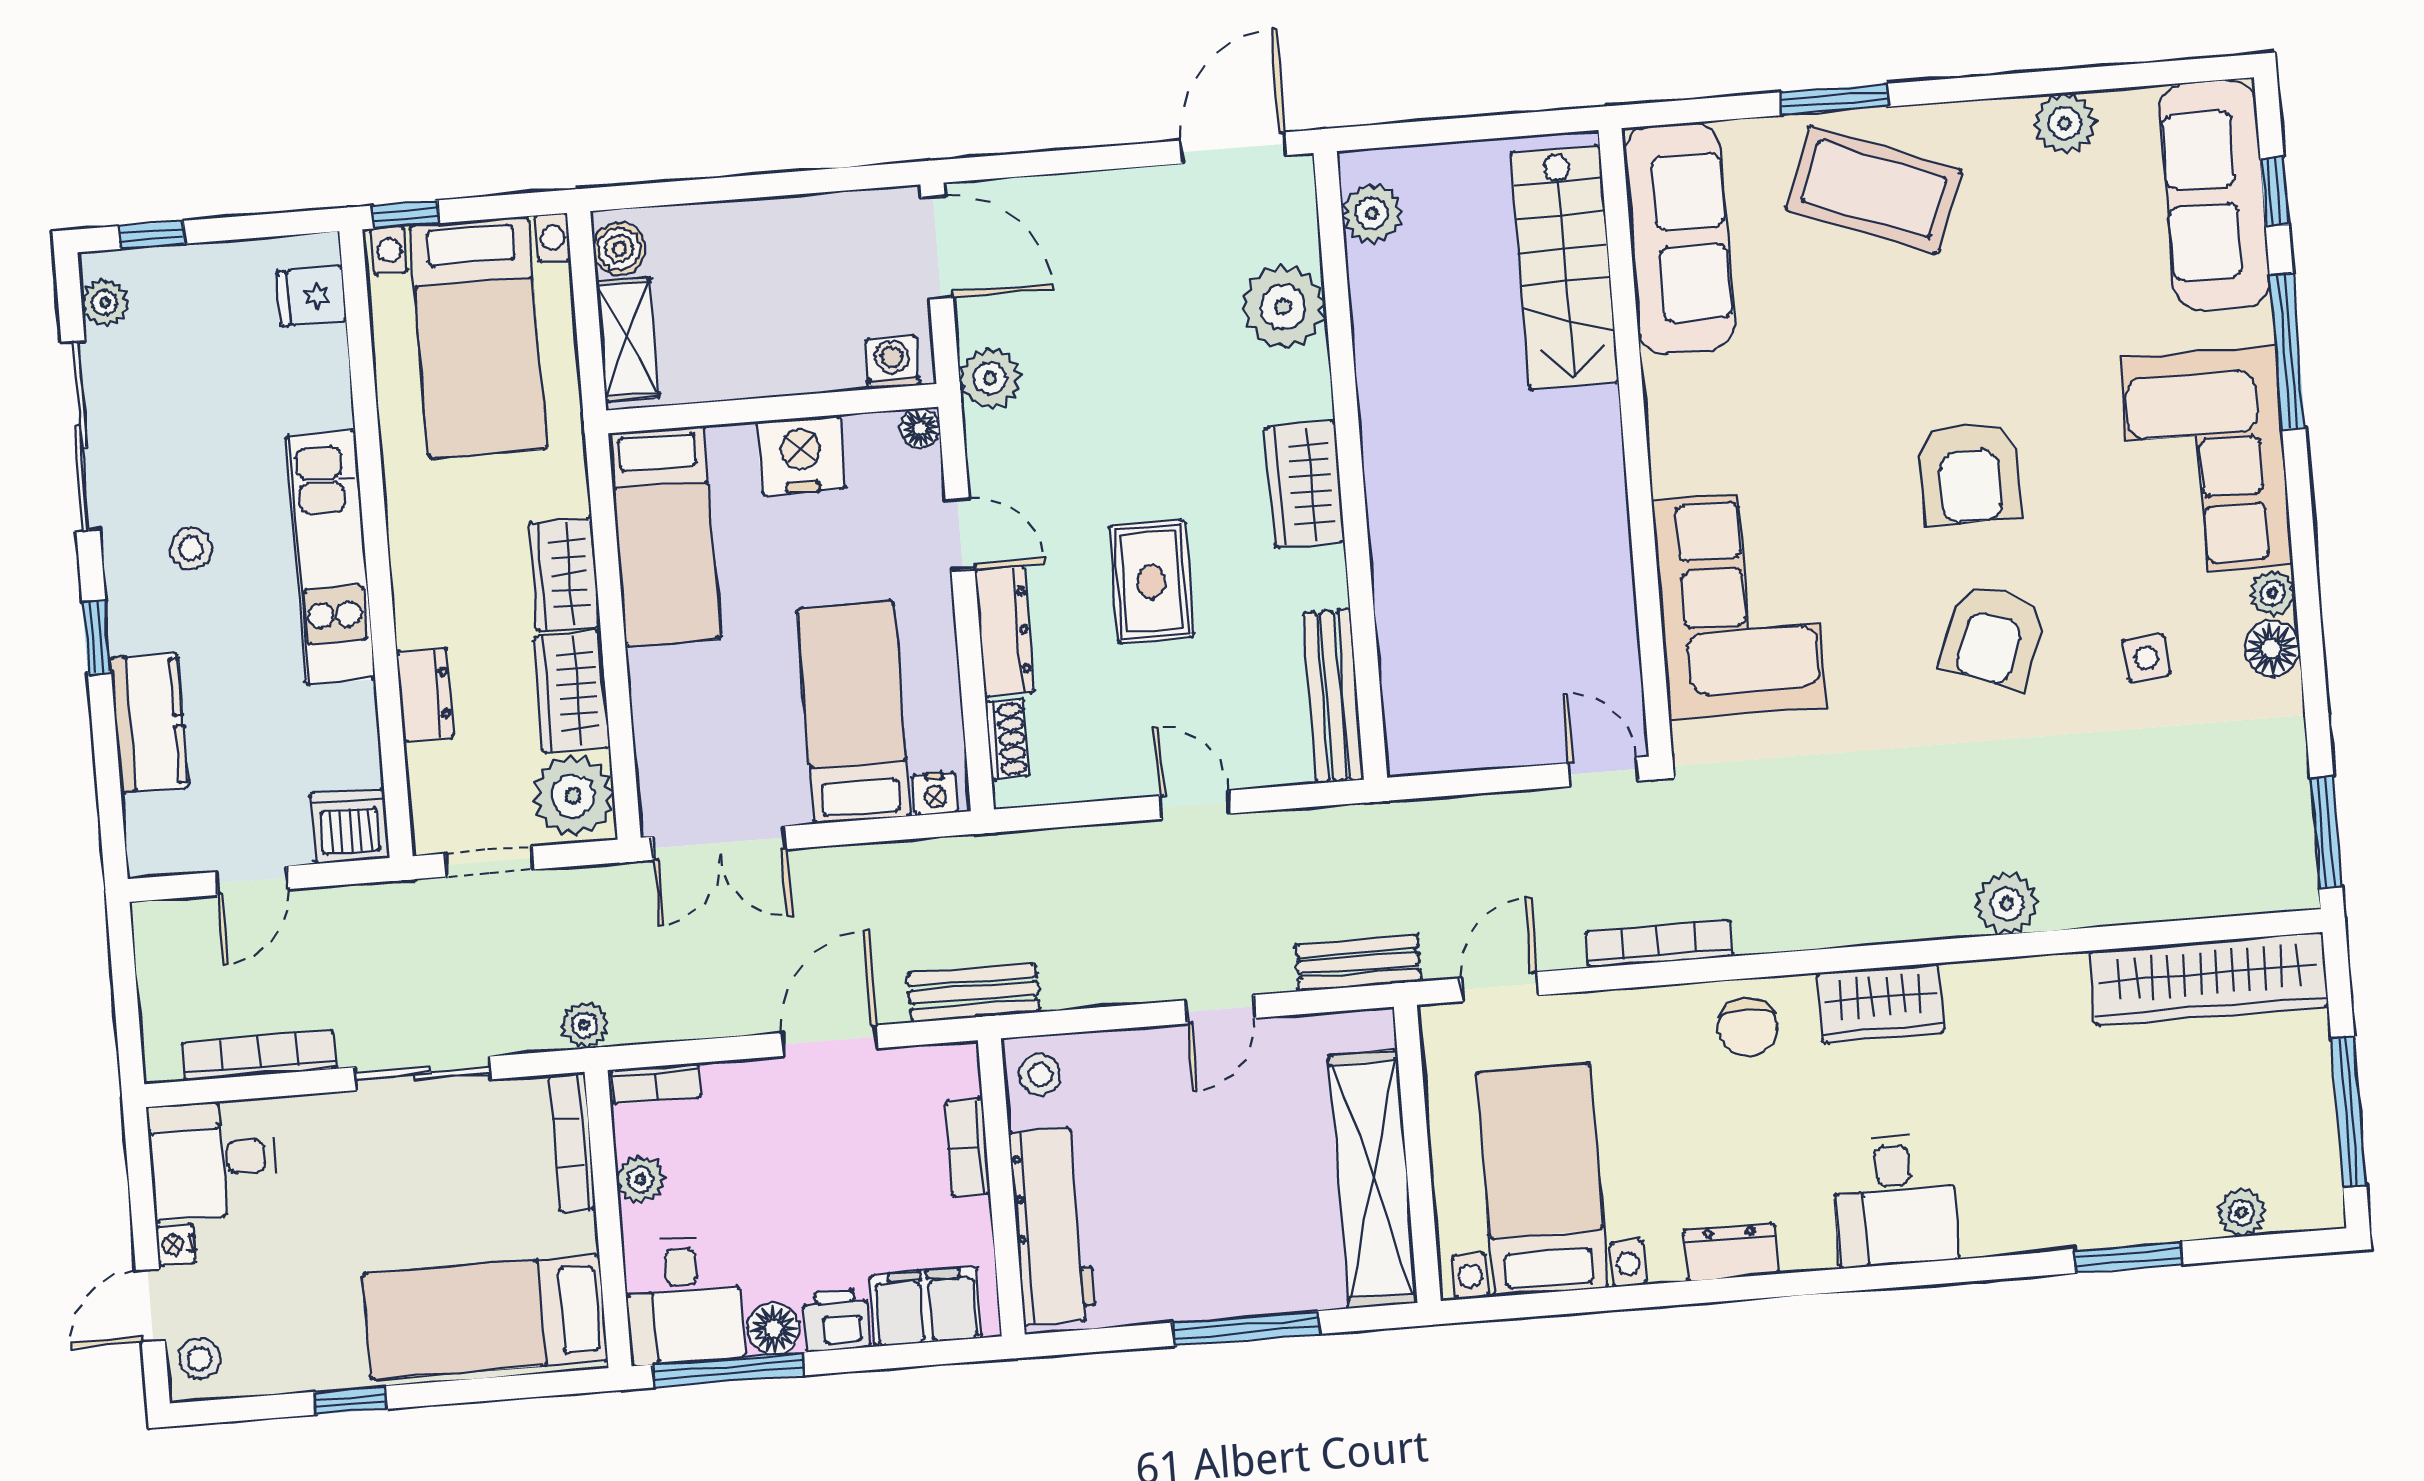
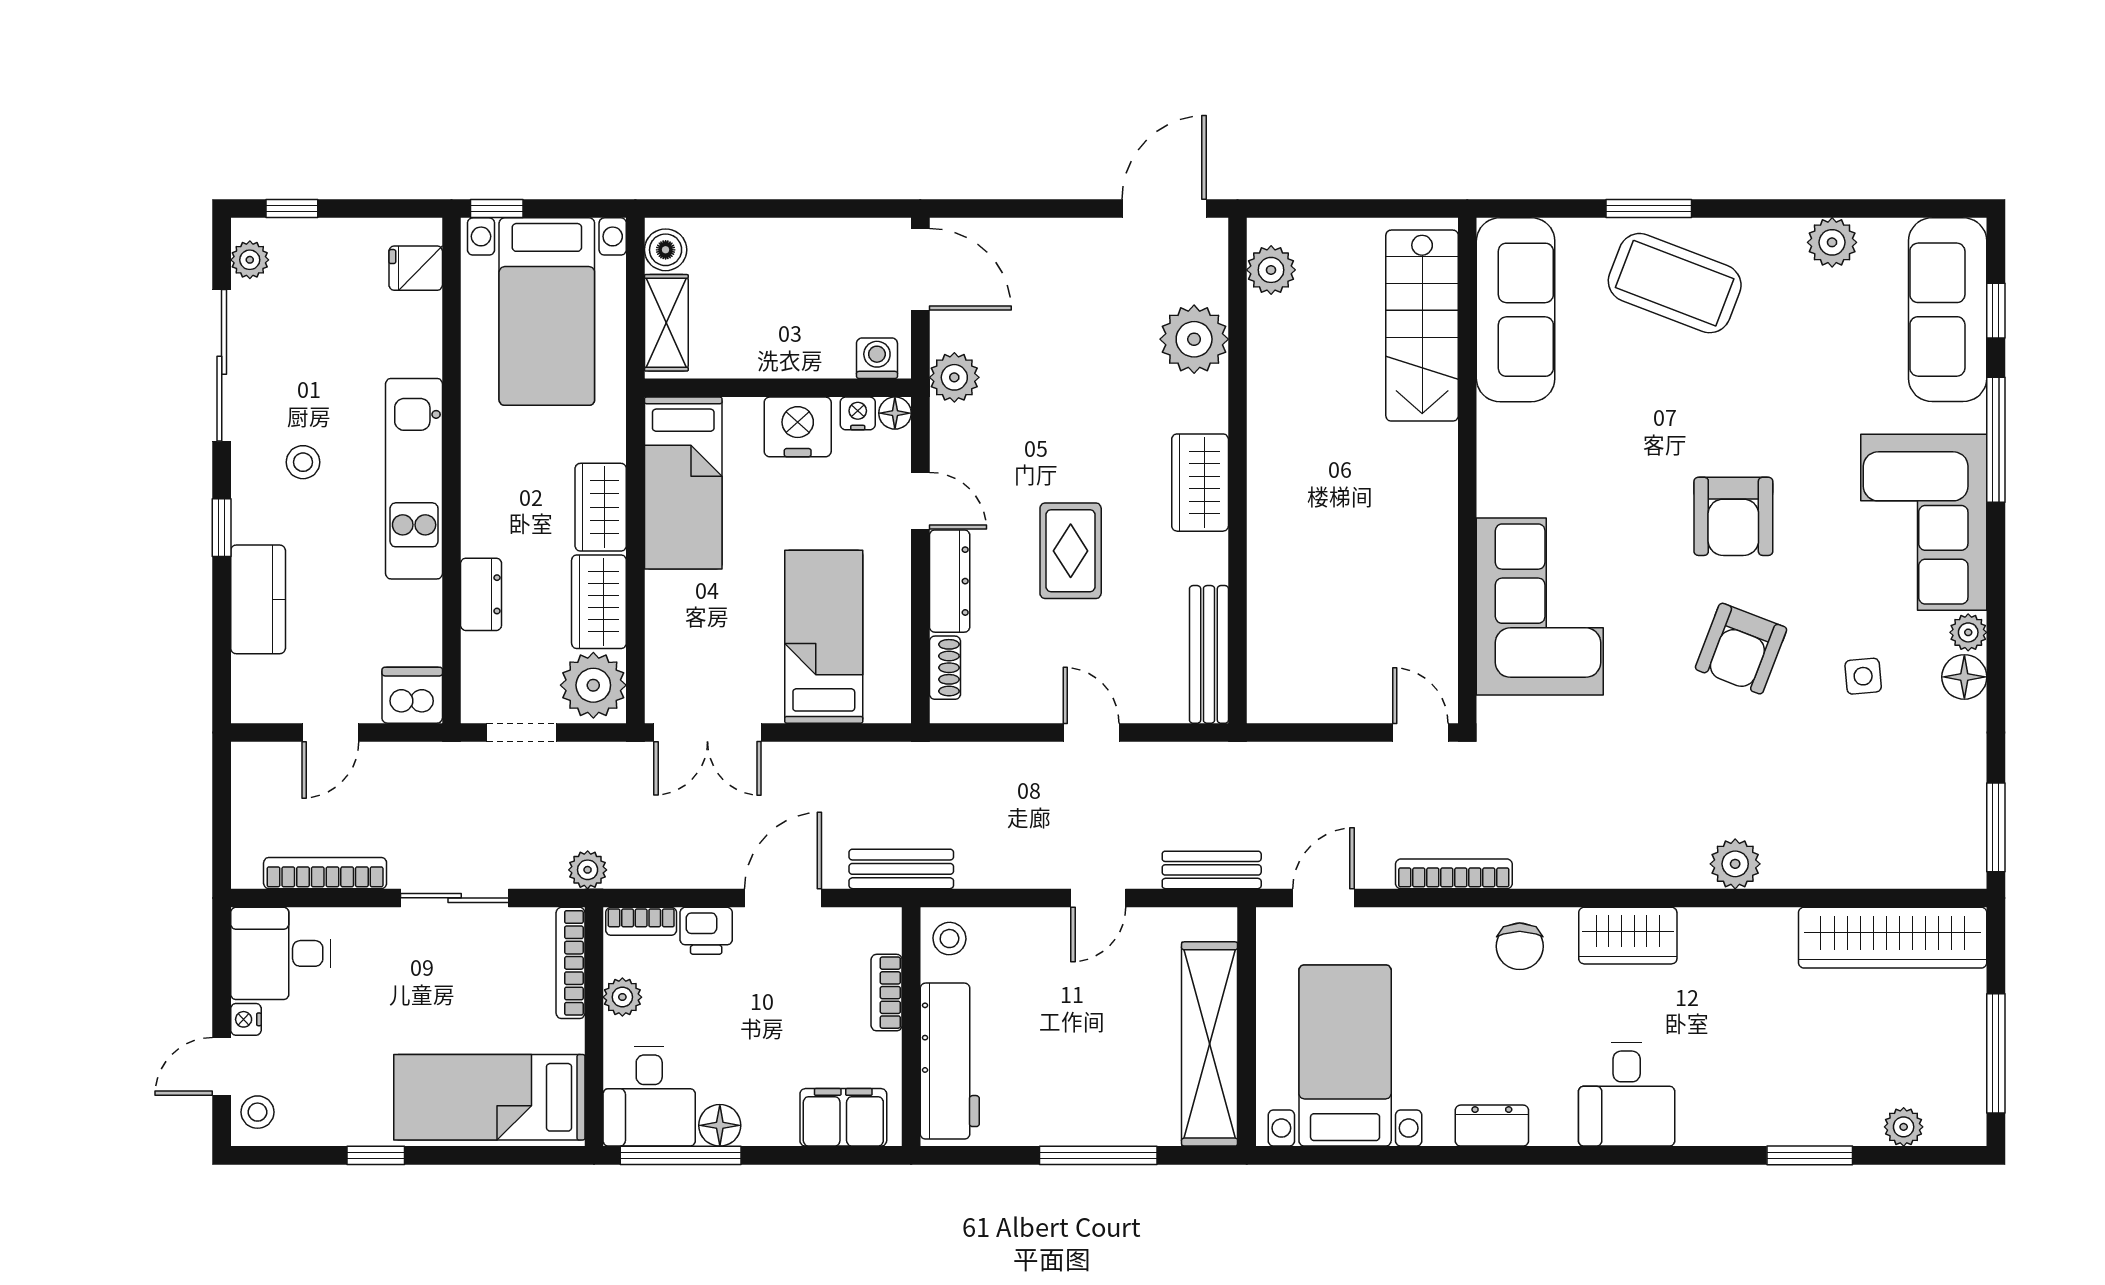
nightstand: (935, 794) -> (858, 413), moved, turned 180
printer: (836, 1320) -> (706, 931), moved, turned 180

